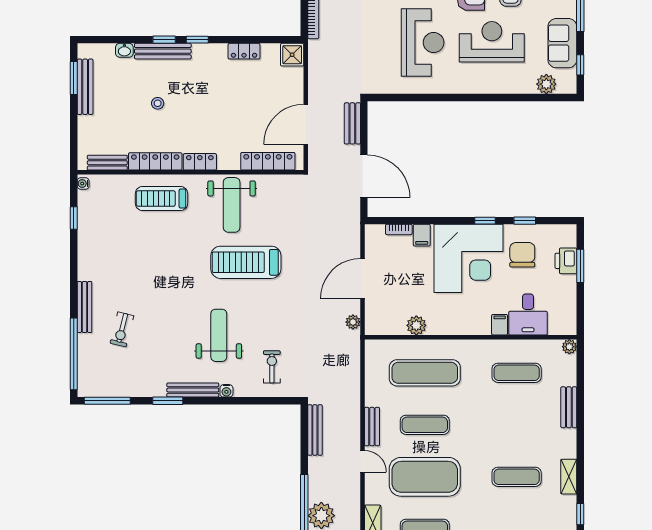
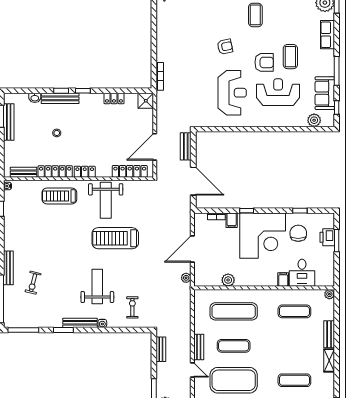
window: (485, 221) -> (247, 211), moved
bench: (315, 430) -> (161, 349), width x0.73
shelving: (569, 477) -> (329, 360), moved

